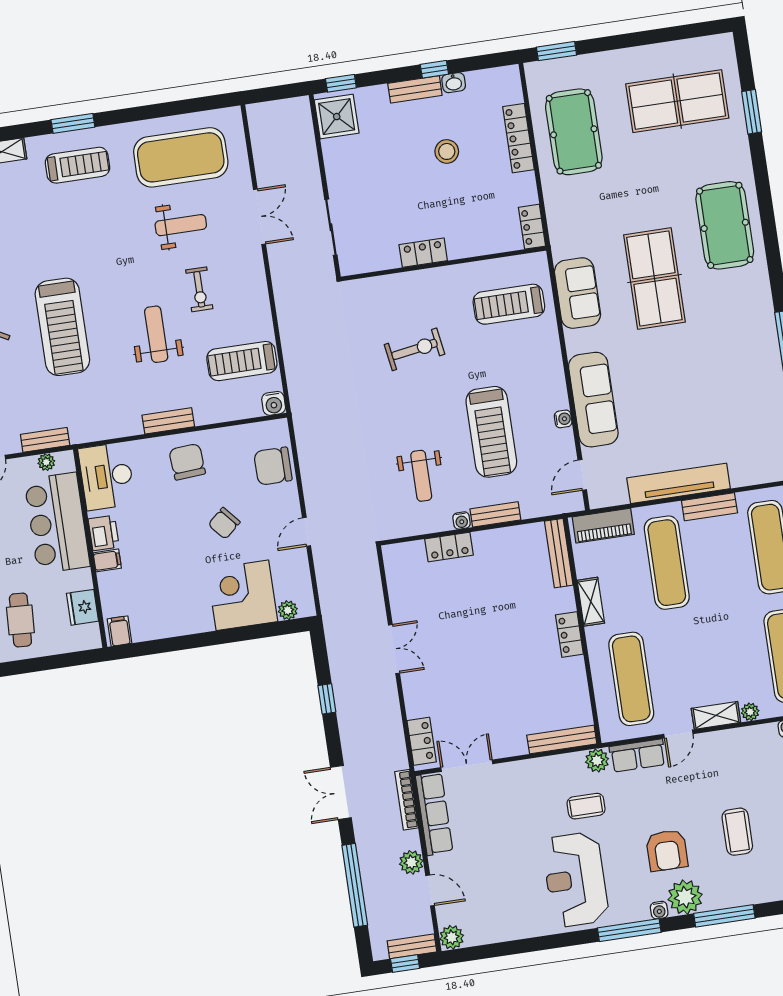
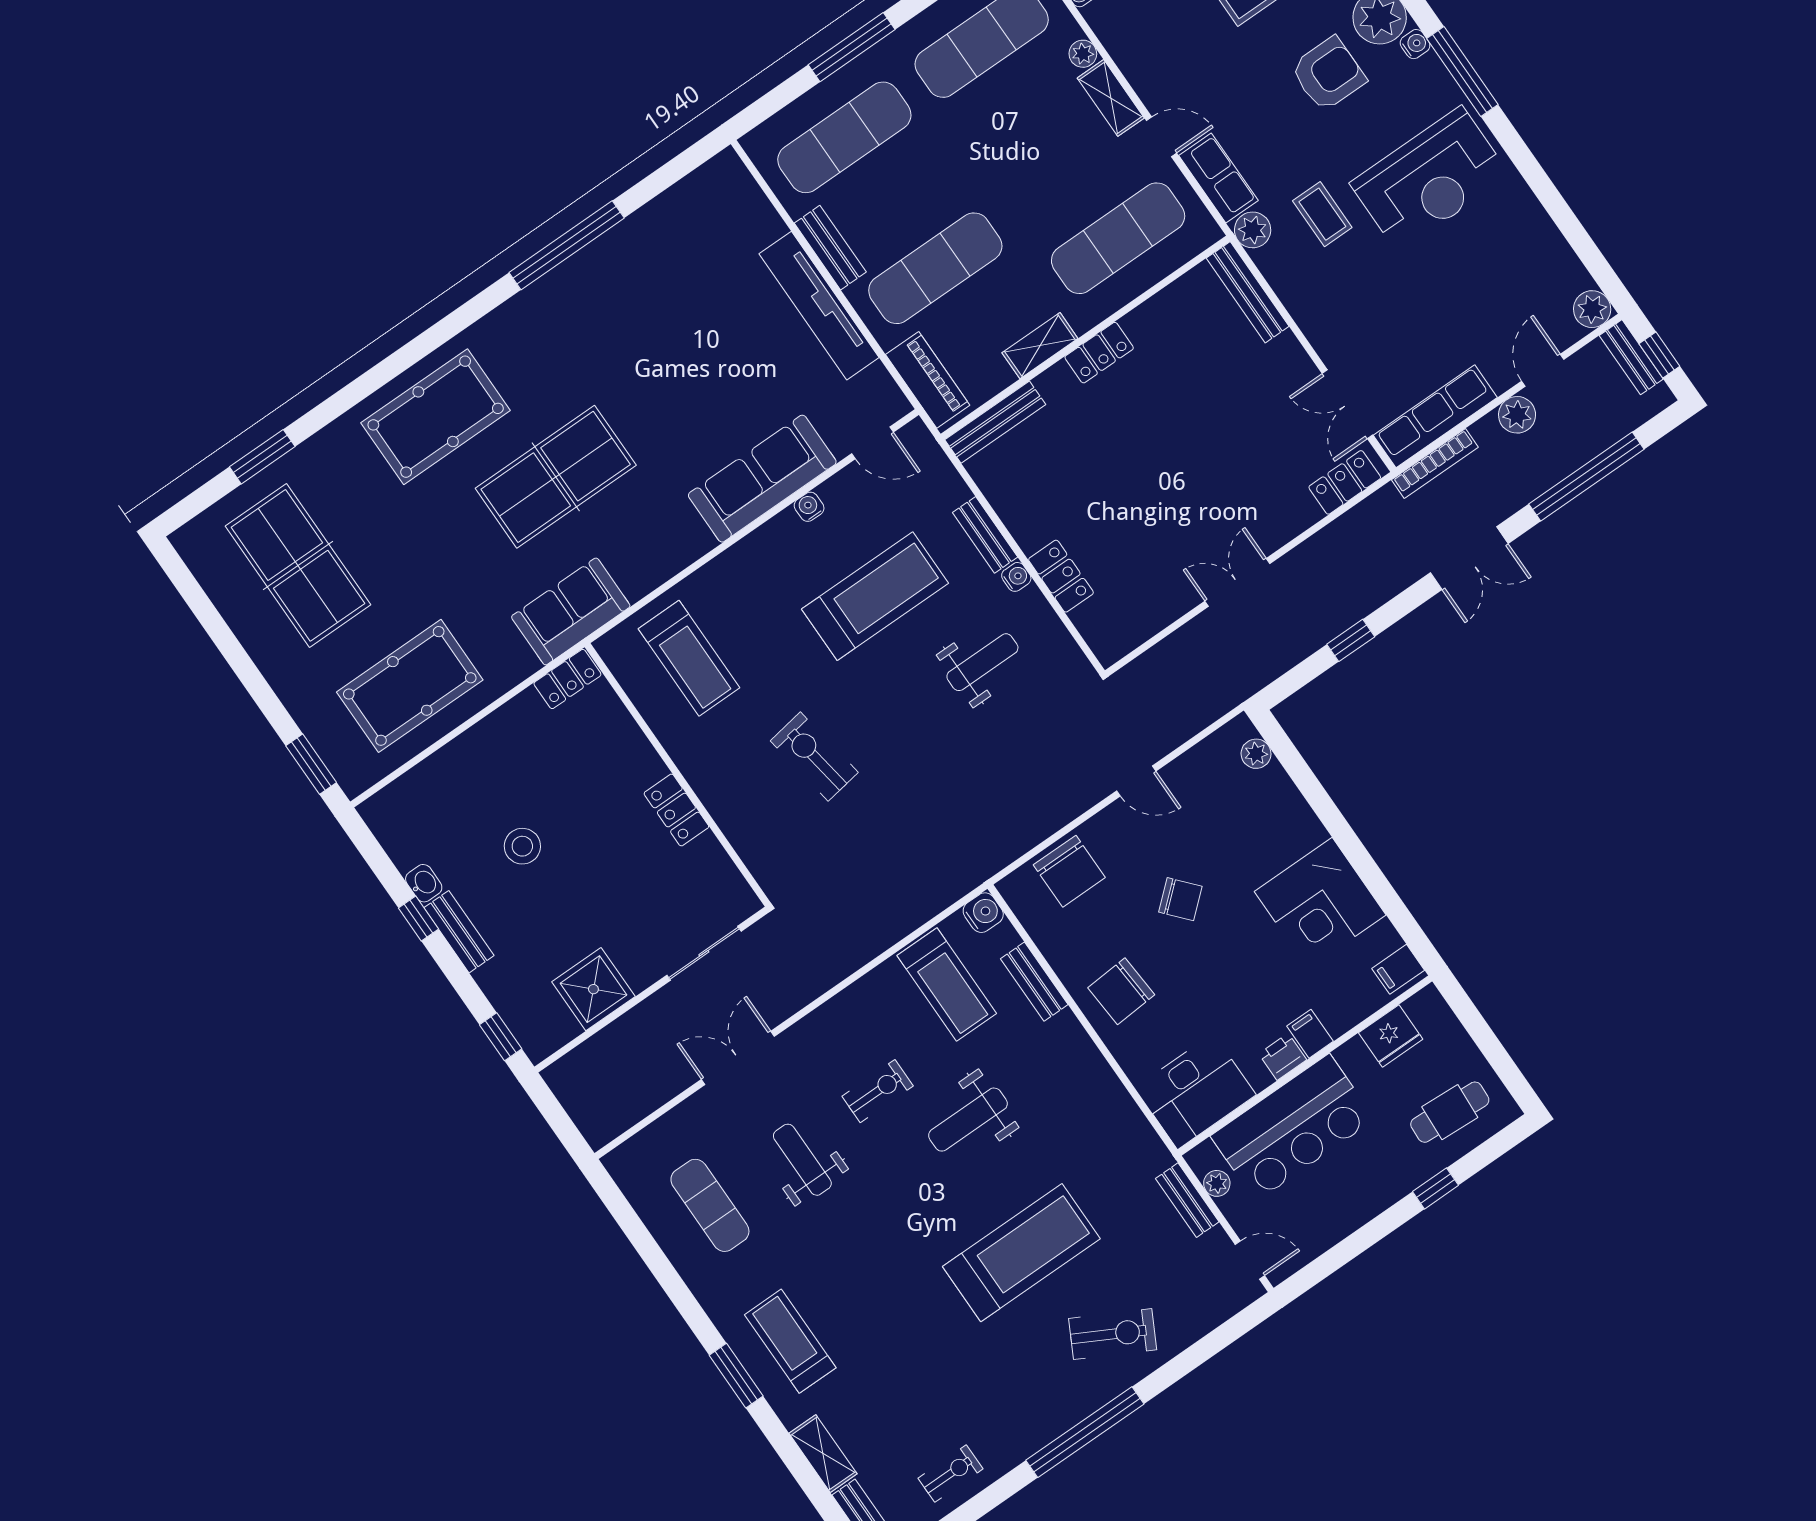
shower: (337, 117) -> (593, 989), moved
locker: (518, 138) -> (456, 757), removed
exercise mat: (181, 157) -> (710, 1205), width x0.50, depth x0.69
sofa: (577, 293) -> (571, 611), moved
bench: (168, 421) -> (1034, 982), moved
printer: (104, 533) -> (1283, 1057), width x0.73, depth x0.81
corner desk: (242, 595) -> (1320, 903), moved

